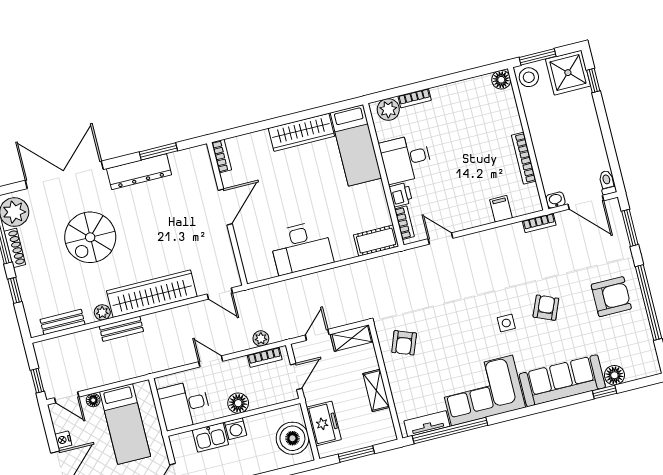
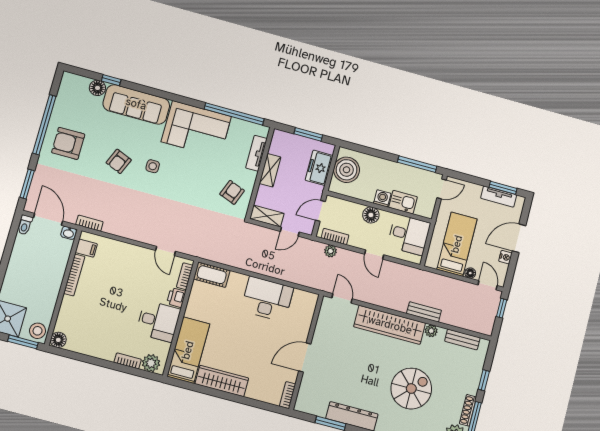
filing cabinet: (501, 209) -> (86, 248), moved, turned -90
tv unit: (427, 424) -> (256, 153), moved, turned 90

